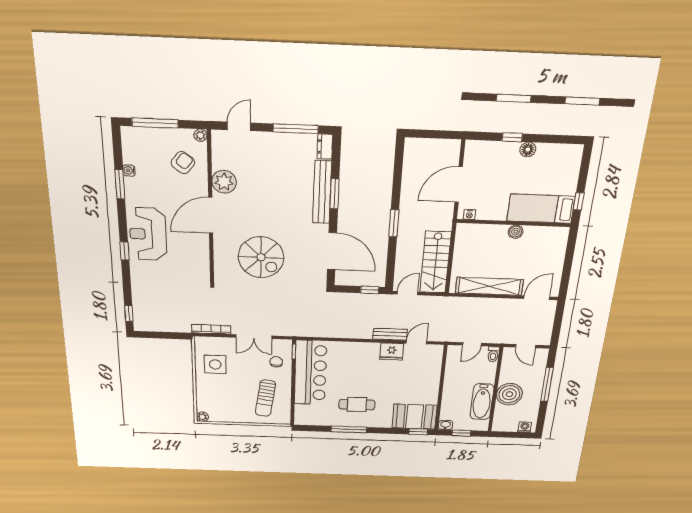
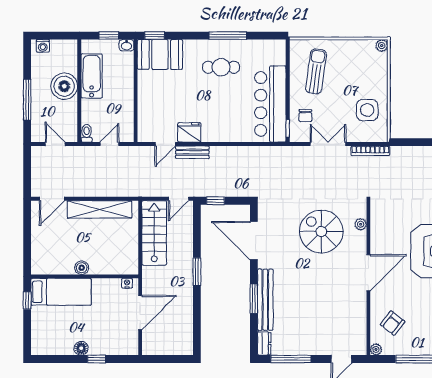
plant: (224, 182) -> (361, 224), moved, width x0.53, depth x0.53

